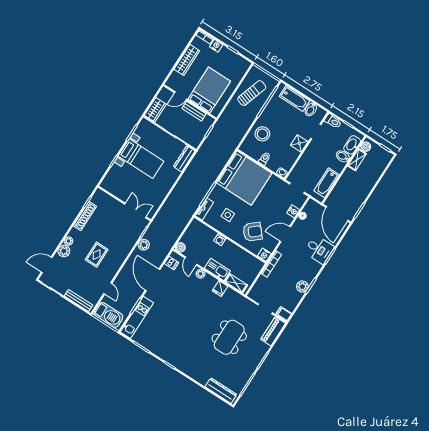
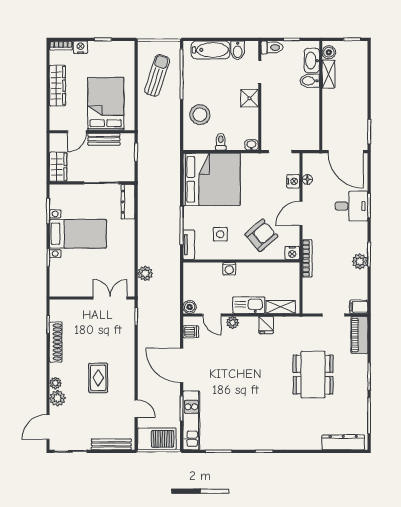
bathtub: (327, 183) -> (310, 123), removed
plant: (144, 245) -> (145, 273), moved

